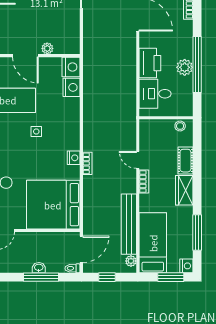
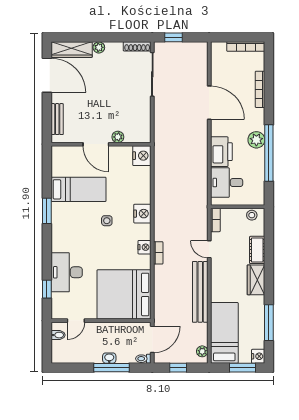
plant: (185, 67) -> (256, 140), moved
nightstand: (72, 87) -> (142, 214), moved
bookcase: (144, 182) -> (215, 220), moved
bench: (129, 224) -> (200, 292), moved

